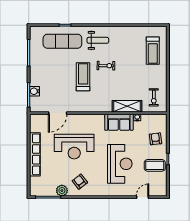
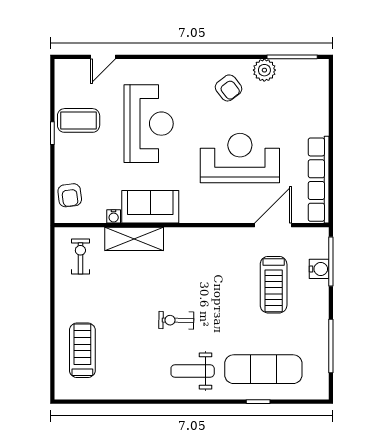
treadmill: (83, 77) -> (274, 285), moved
armchair: (155, 139) -> (70, 195), moved
row of seats: (35, 154) -> (319, 180), moved
reception desk: (120, 164) -> (149, 124), turned 180

